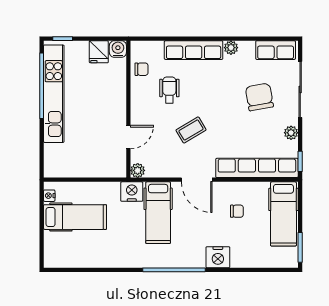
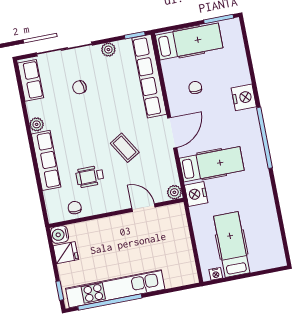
chair: (259, 97) -> (79, 87), width x0.54, depth x0.54

